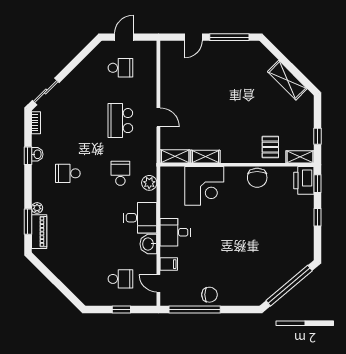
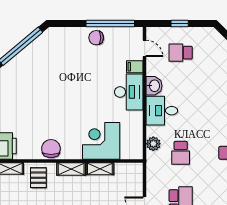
shelving: (175, 156) -> (71, 169), moved
desk: (175, 232) -> (129, 92), width x1.37

